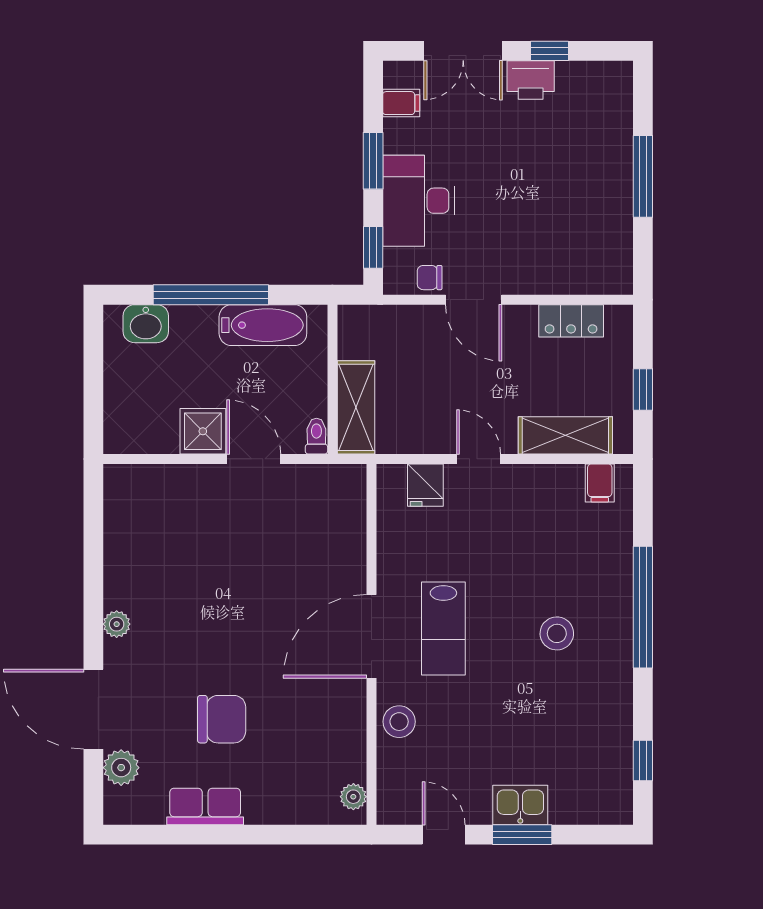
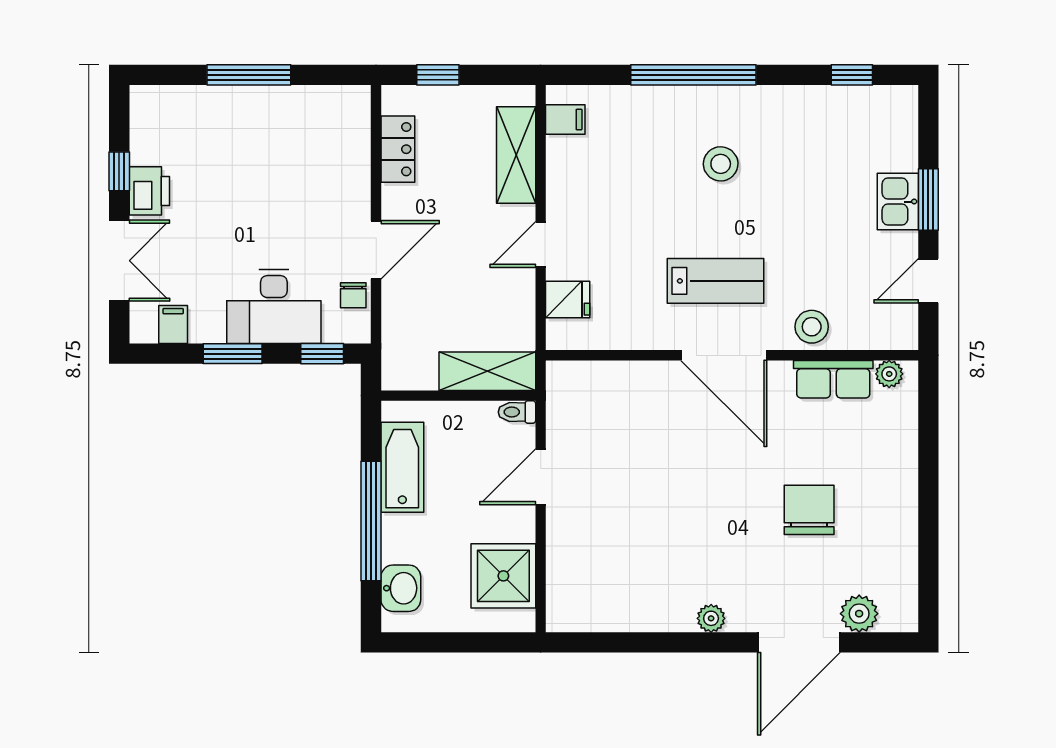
window: (643, 390) -> (438, 75), moved
shower: (203, 431) -> (503, 576), moved, width x1.36, depth x1.36
row of seats: (205, 807) -> (833, 379), moved, turned -90

